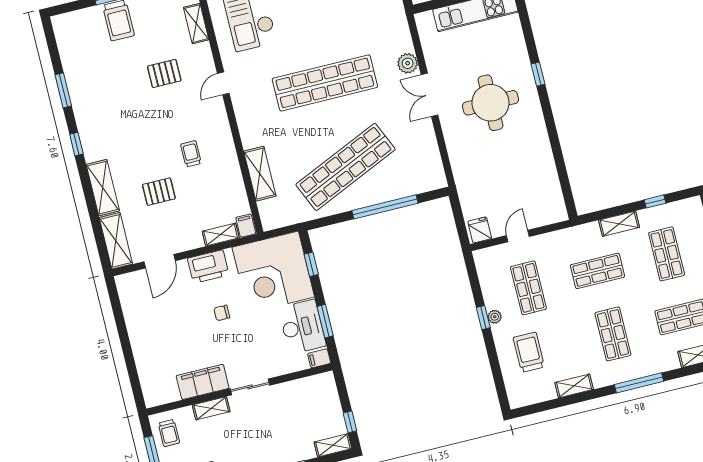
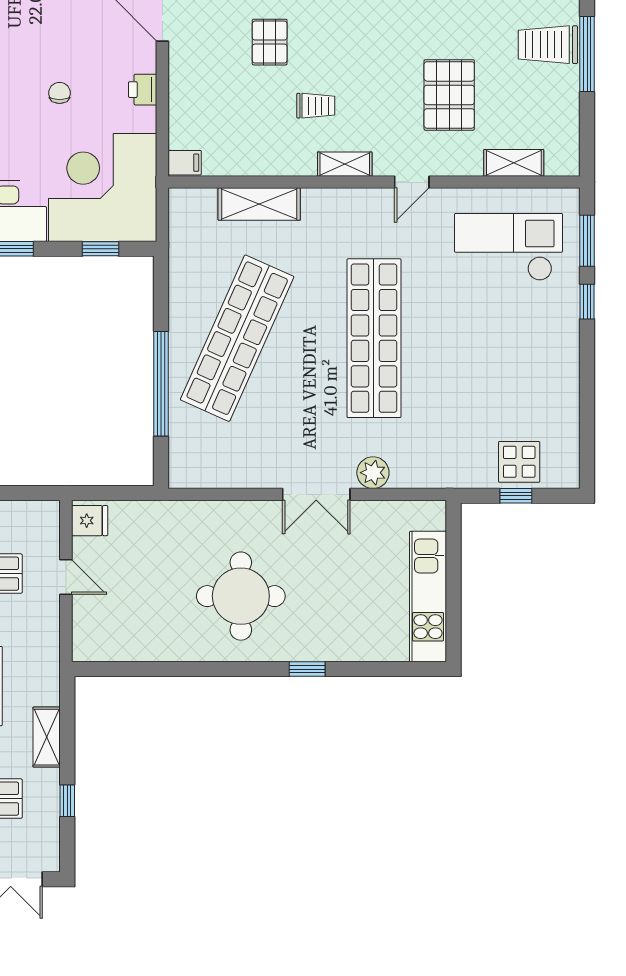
pallet: (164, 73) -> (449, 95), width x1.50, depth x1.42
door: (223, 83) -> (412, 182), swing flipped
double door: (429, 95) -> (316, 494), swing flipped
round table: (490, 103) -> (241, 596), moved
shop shelf: (346, 167) -> (237, 338), turned 48
shelving: (221, 235) -> (345, 164), moved, turned 90
printer: (208, 267) -> (143, 90), width x0.53, depth x0.68

